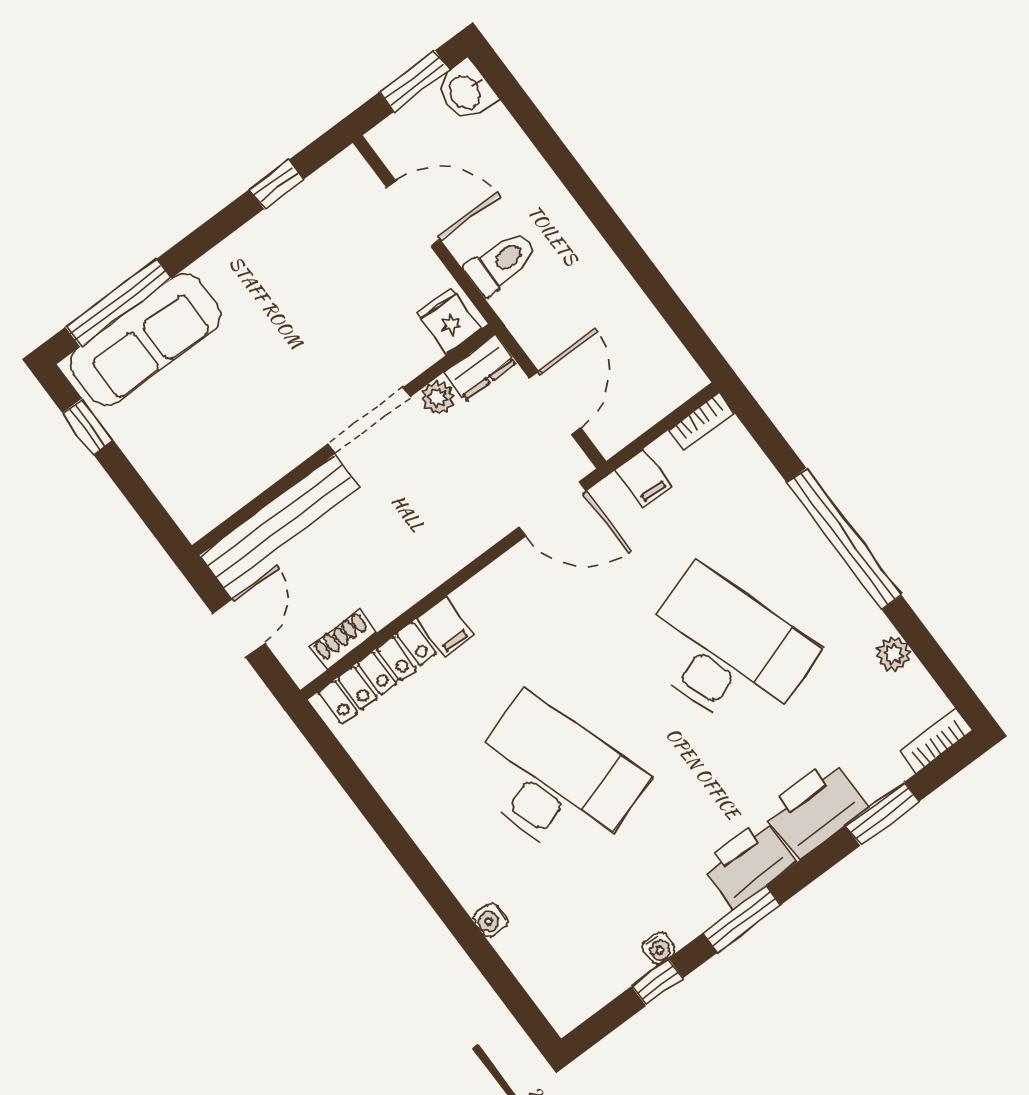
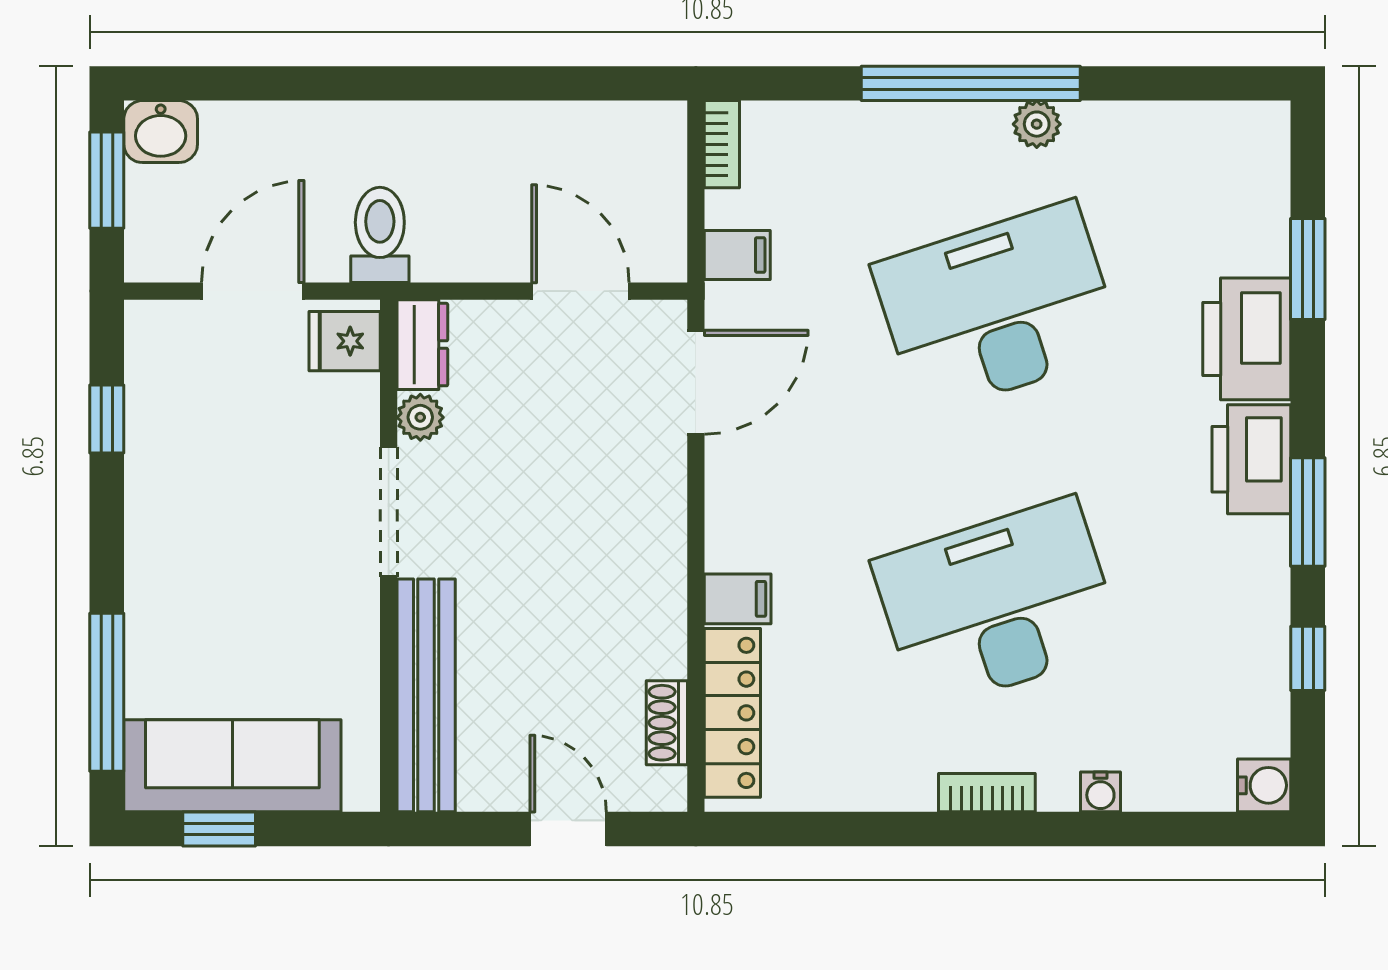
fridge: (449, 321) -> (345, 341), moved
sofa: (146, 339) -> (232, 766), moved, turned -90
dresser: (480, 368) -> (422, 345), moved
plant: (437, 398) -> (420, 417), moved
doorway: (369, 420) -> (389, 512), moved
wall: (344, 439) -> (389, 556), moved
bench: (279, 521) -> (426, 695), moved
plant: (894, 654) -> (1037, 124), moved
bookcase: (936, 741) -> (987, 793), moved, turned 90
water cooler: (659, 948) -> (1264, 785), moved, width x1.38, depth x1.38

